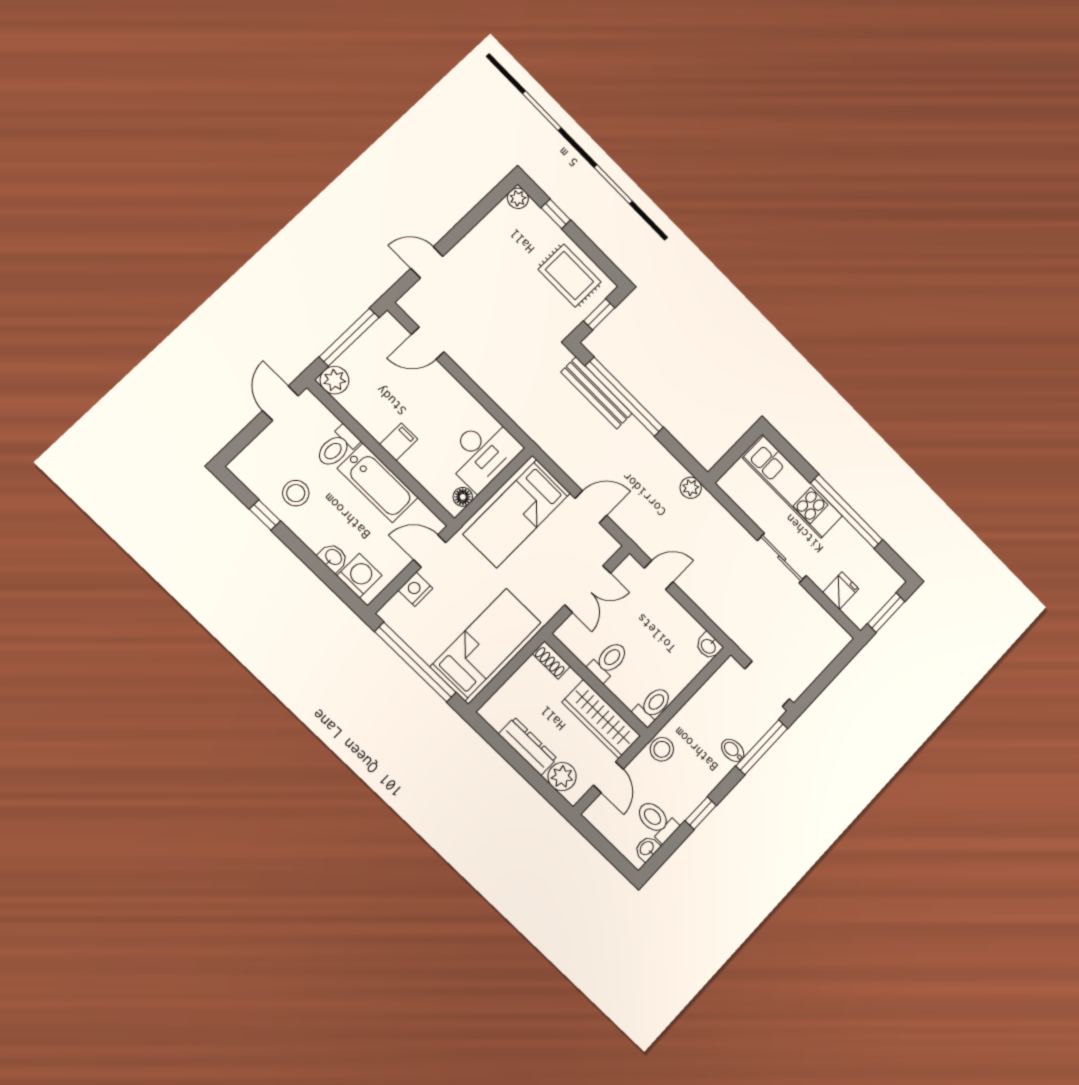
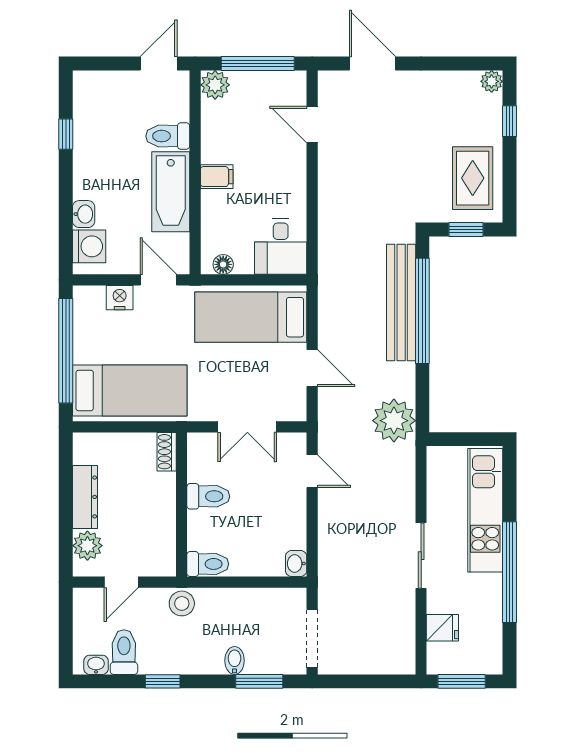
door: (427, 262) -> (372, 63), width x1.38
bench: (596, 393) -> (401, 303), width x1.37, depth x1.21
desk: (483, 453) -> (281, 246), width x0.73
plant: (691, 488) -> (394, 421), width x1.88, depth x1.88
stool: (296, 493) -> (104, 140), removed
wardrobe: (601, 719) -> (159, 534), removed
window: (762, 747) -> (259, 681), width x0.69

